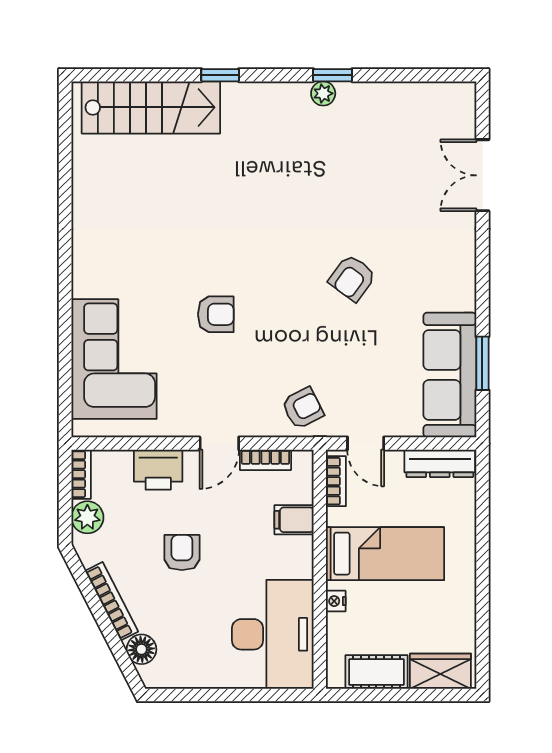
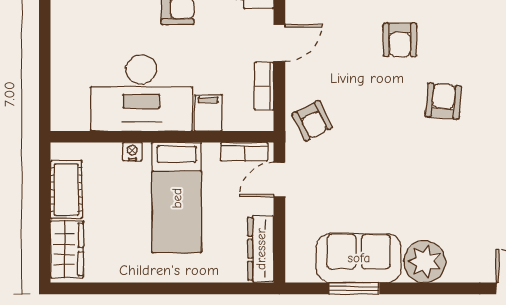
armchair: (352, 278) -> (443, 101), moved, turned 59
plant: (454, 288) -> (425, 262), added
sofa: (450, 375) -> (359, 258), width x0.73
door: (219, 443) -> (279, 43), swing flipped
desk: (273, 634) -> (141, 93), moved

